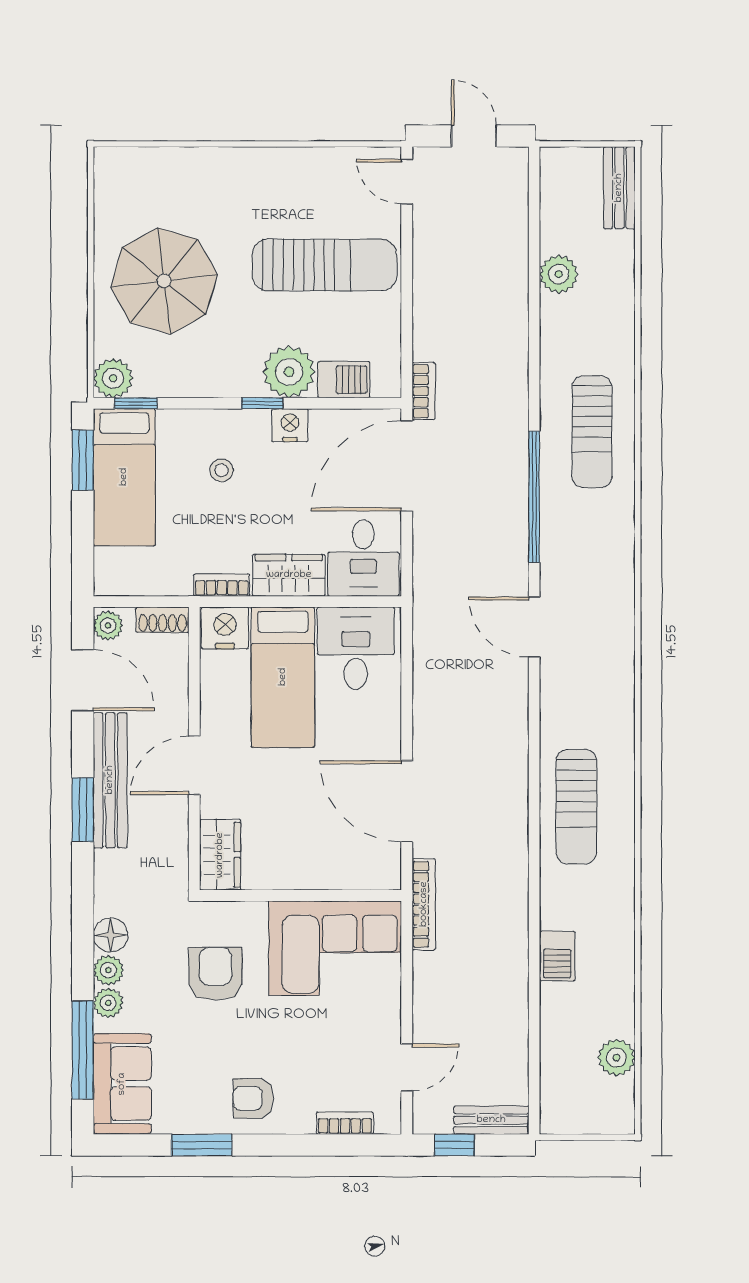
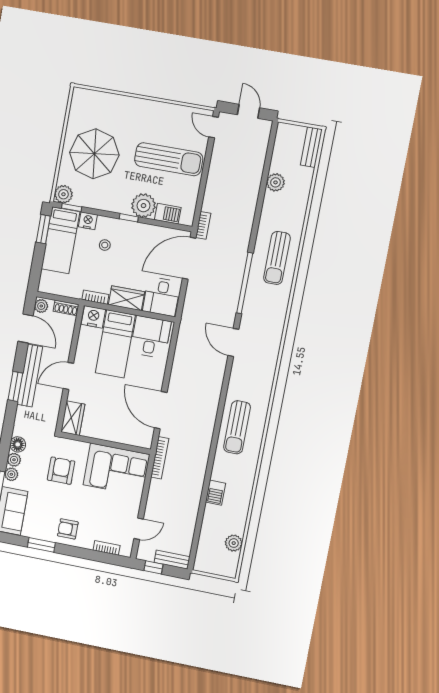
nightstand: (290, 425) -> (88, 221), moved

